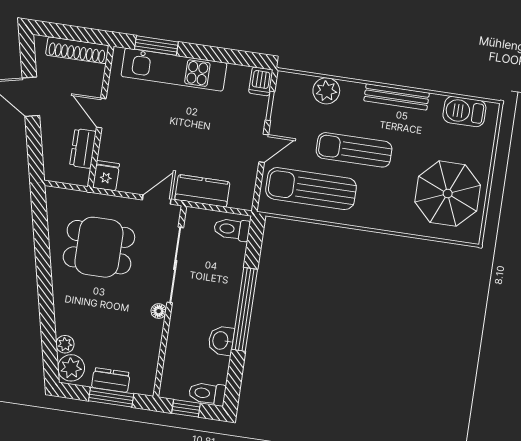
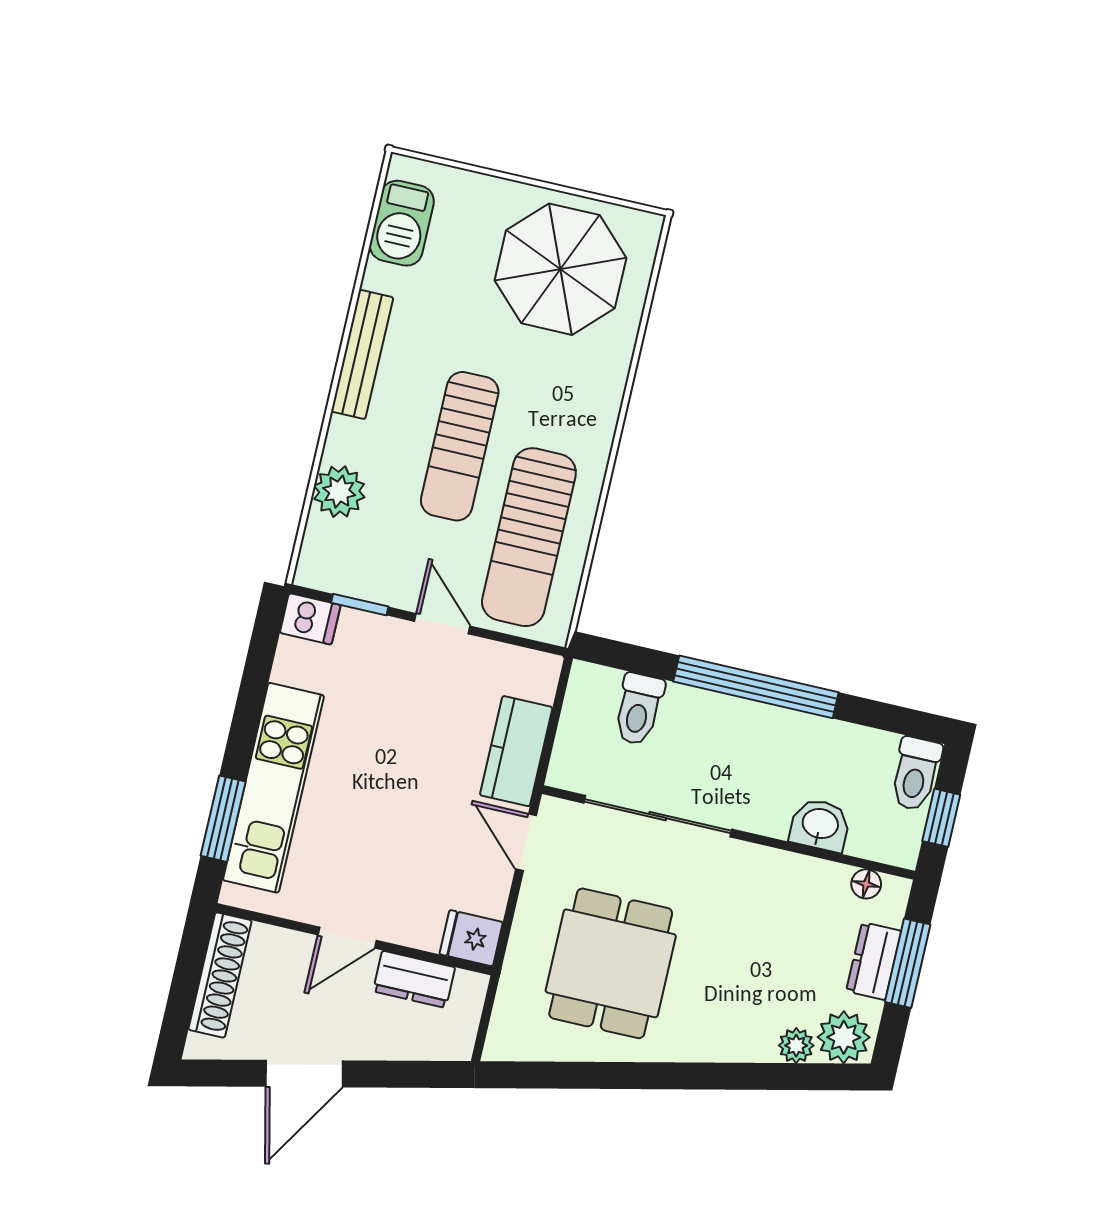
toilet: (232, 229) -> (639, 709), moved
floor lamp: (159, 311) -> (866, 884), moved
washbasin: (221, 341) -> (820, 825), moved, turned 180

